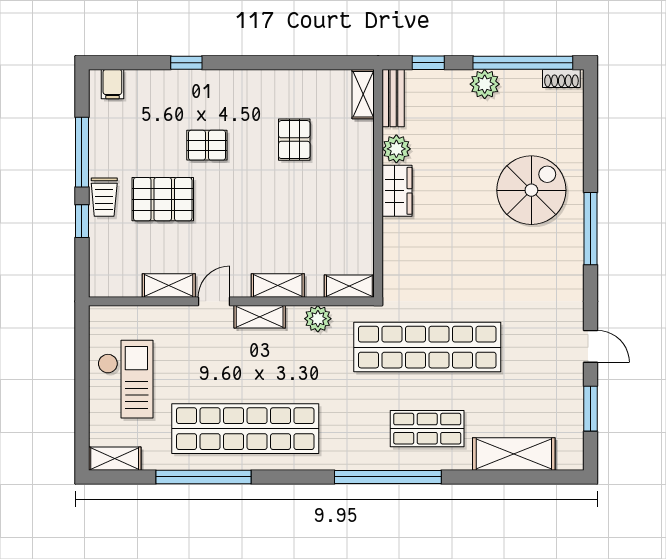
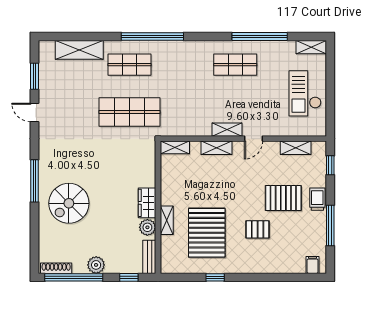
window: (186, 63) -> (215, 277), moved
shoe rack: (561, 78) -> (56, 268), width x1.43
shelving: (363, 94) -> (167, 220), moved
pallet: (294, 140) -> (207, 233), width x2.05, depth x2.00
window: (82, 221) -> (330, 165), moved
shelving: (169, 286) -> (296, 148), moved
plant: (318, 319) -> (193, 129), removed
shop shelf: (427, 347) -> (129, 112), width x0.71
shop shelf: (245, 429) -> (235, 65), width x0.50, depth x0.74

